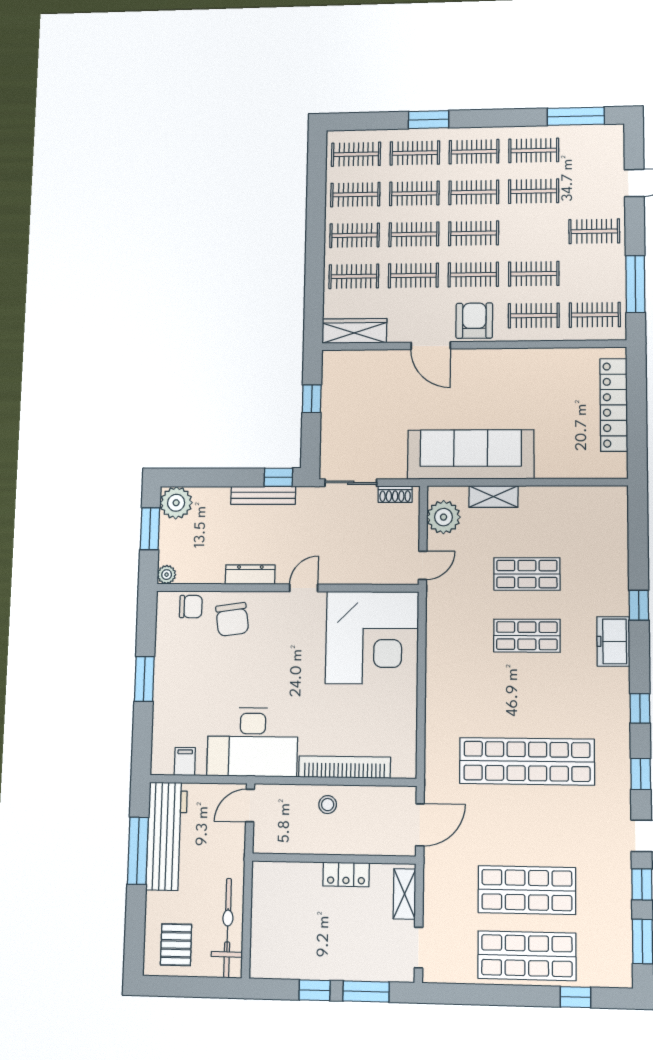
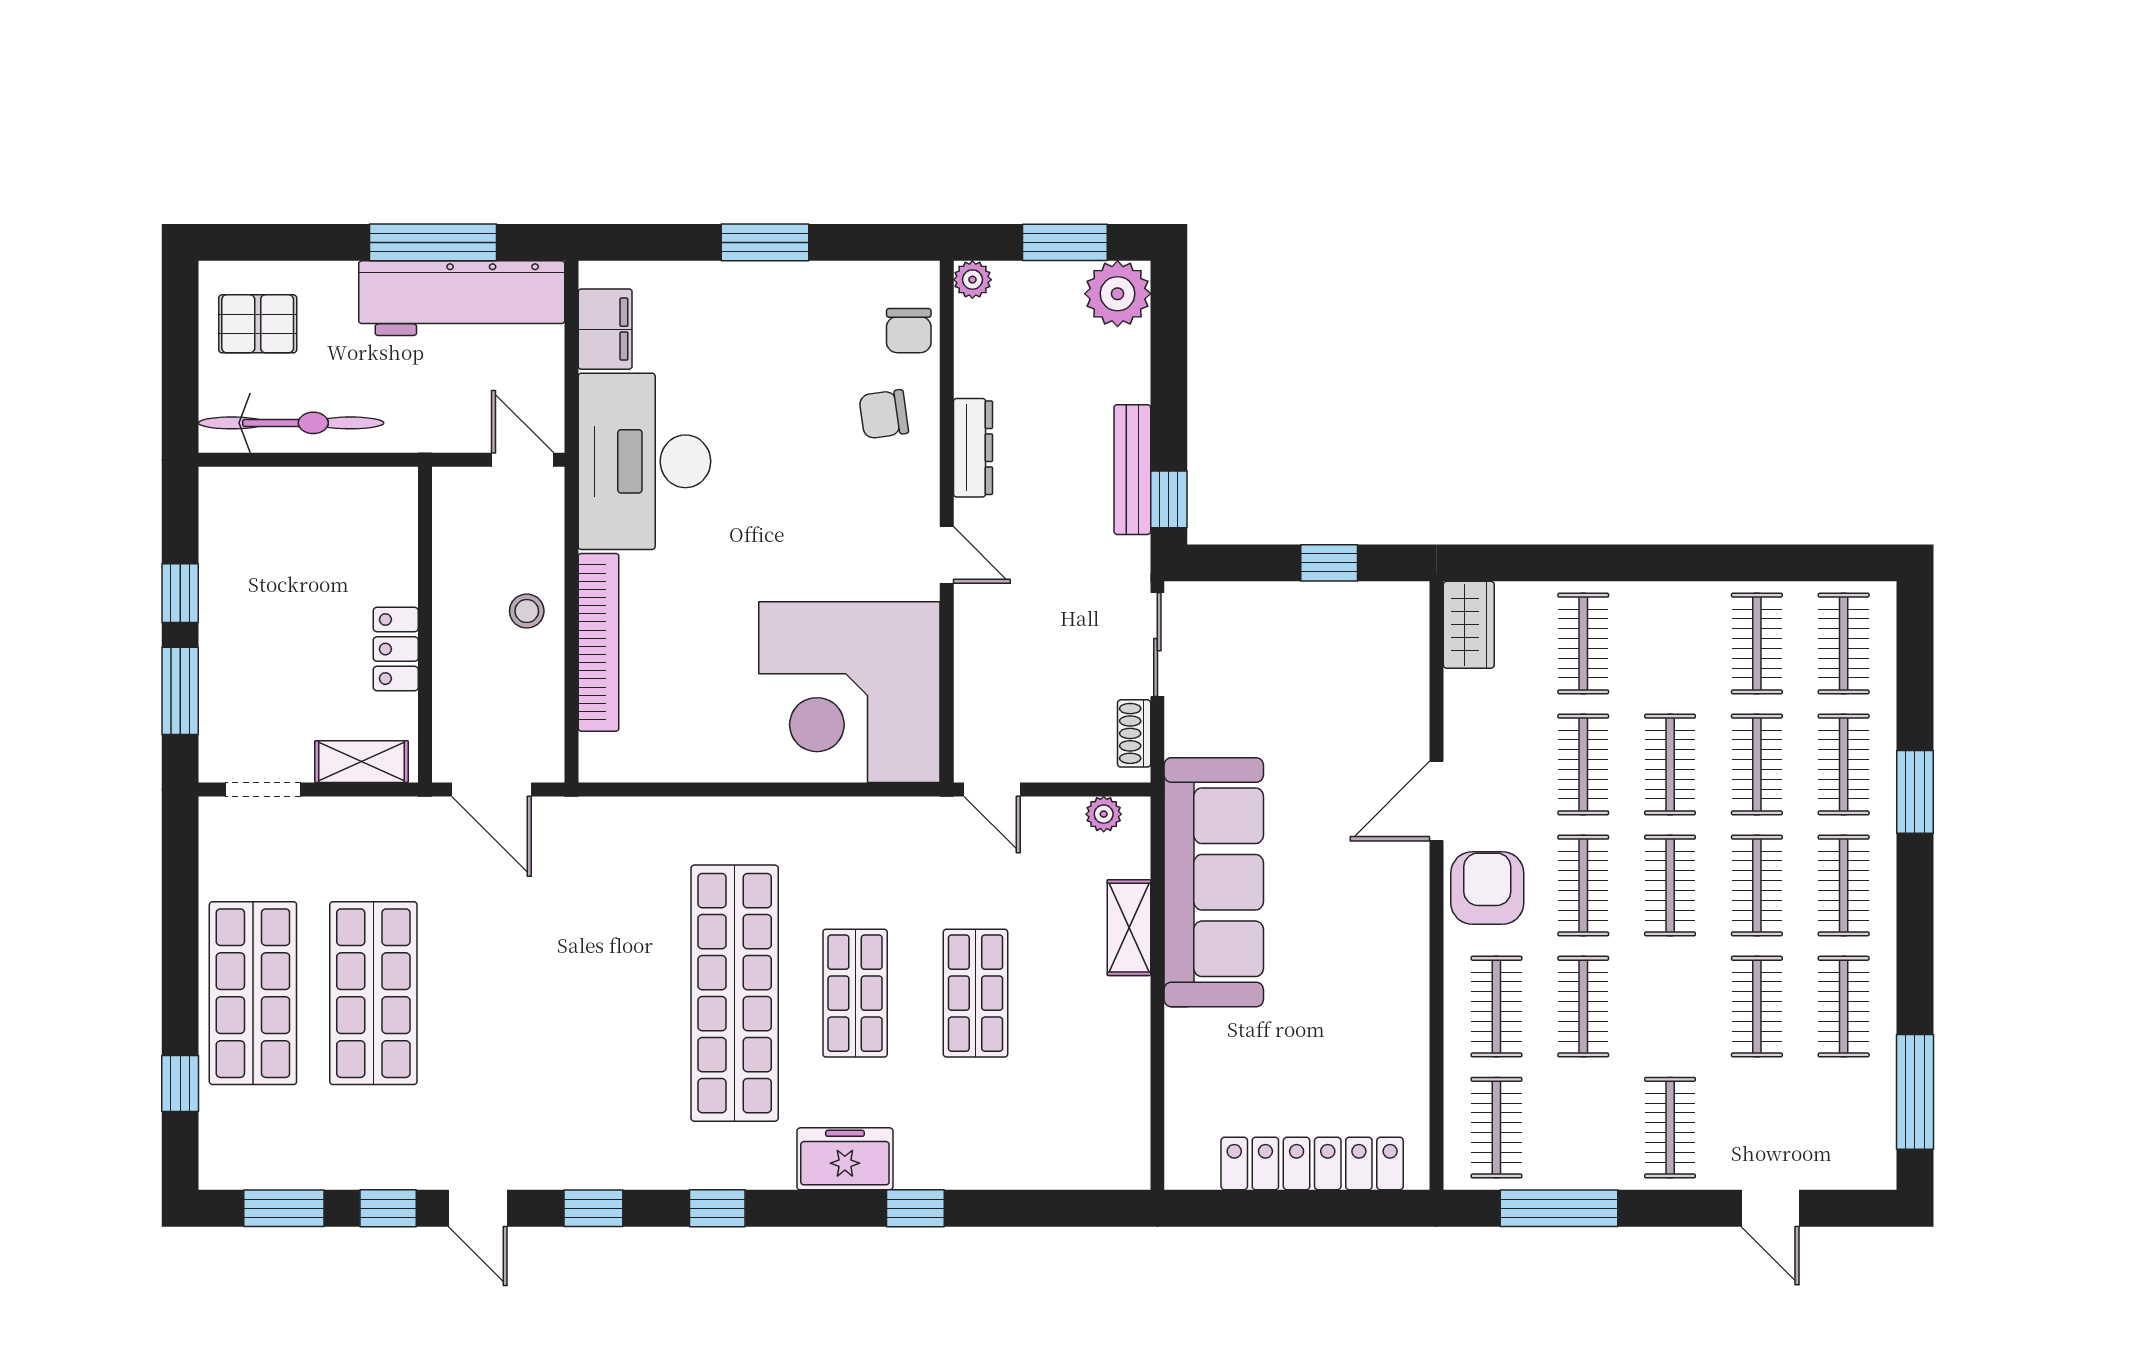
clothes rail: (355, 235) -> (1670, 643), removed
armchair: (474, 321) -> (1487, 888), turned -90
wardrobe: (354, 331) -> (1469, 625), width x0.67
plant: (444, 517) -> (1104, 814), width x0.53, depth x0.53
chair: (232, 619) -> (884, 414), width x0.73, depth x0.73
shop shelf: (527, 761) -> (735, 993), moved
filing cabinet: (185, 762) -> (605, 329), width x2.00

